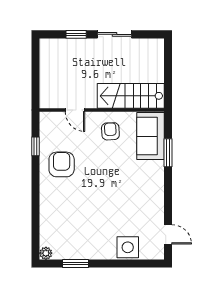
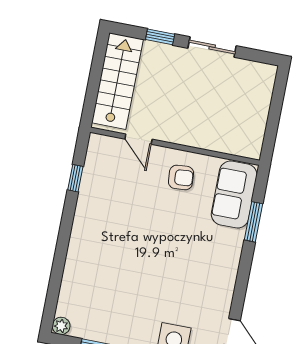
stairs: (131, 96) -> (117, 81), moved, turned 90
armchair: (110, 131) -> (181, 177), turned 89
armchair: (62, 164) -> (106, 210), removed

